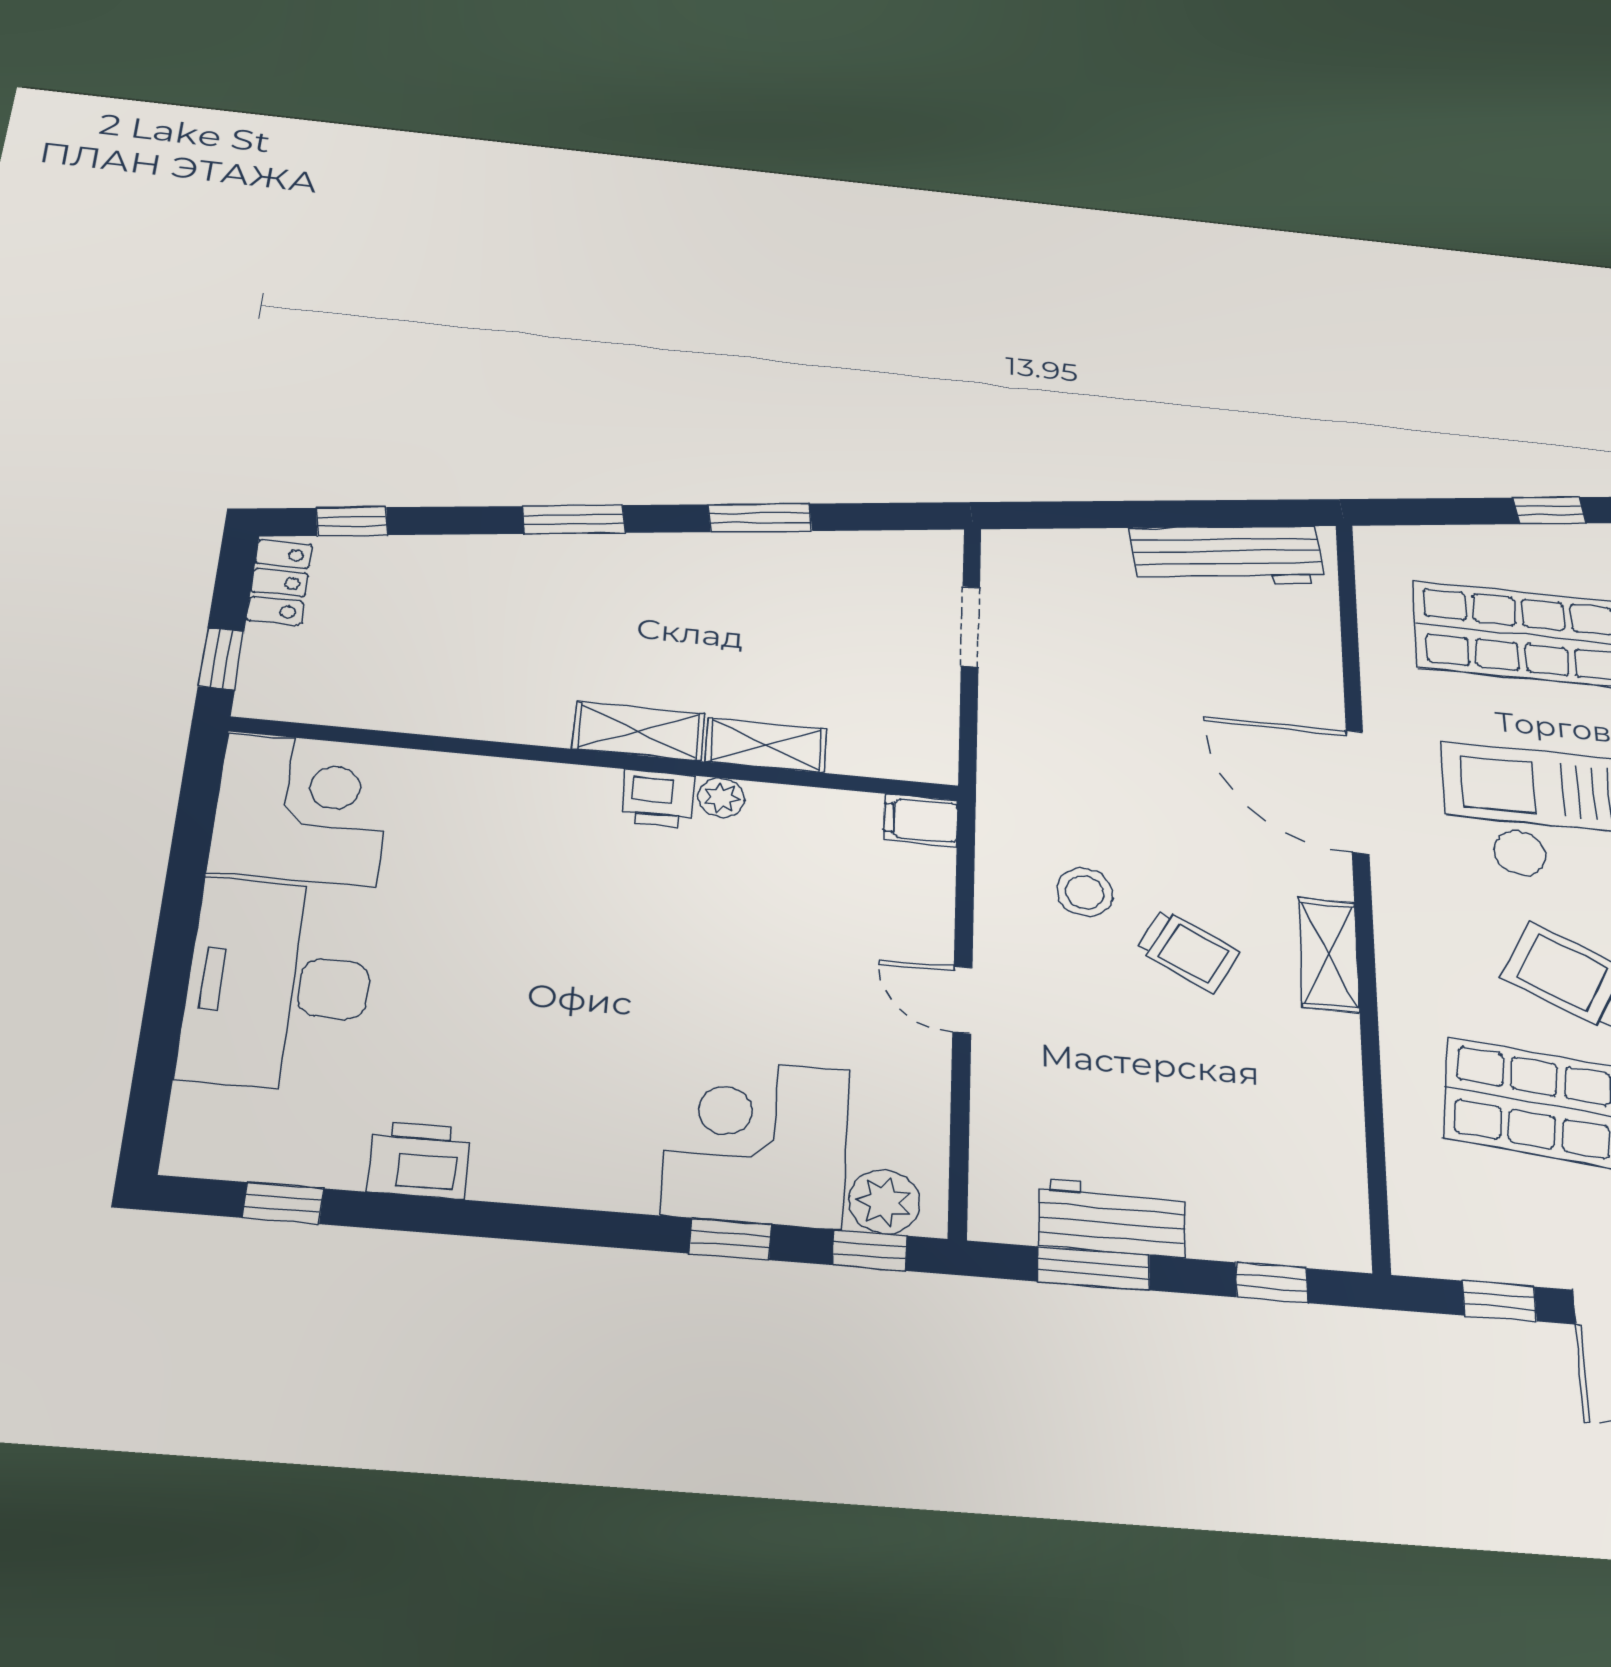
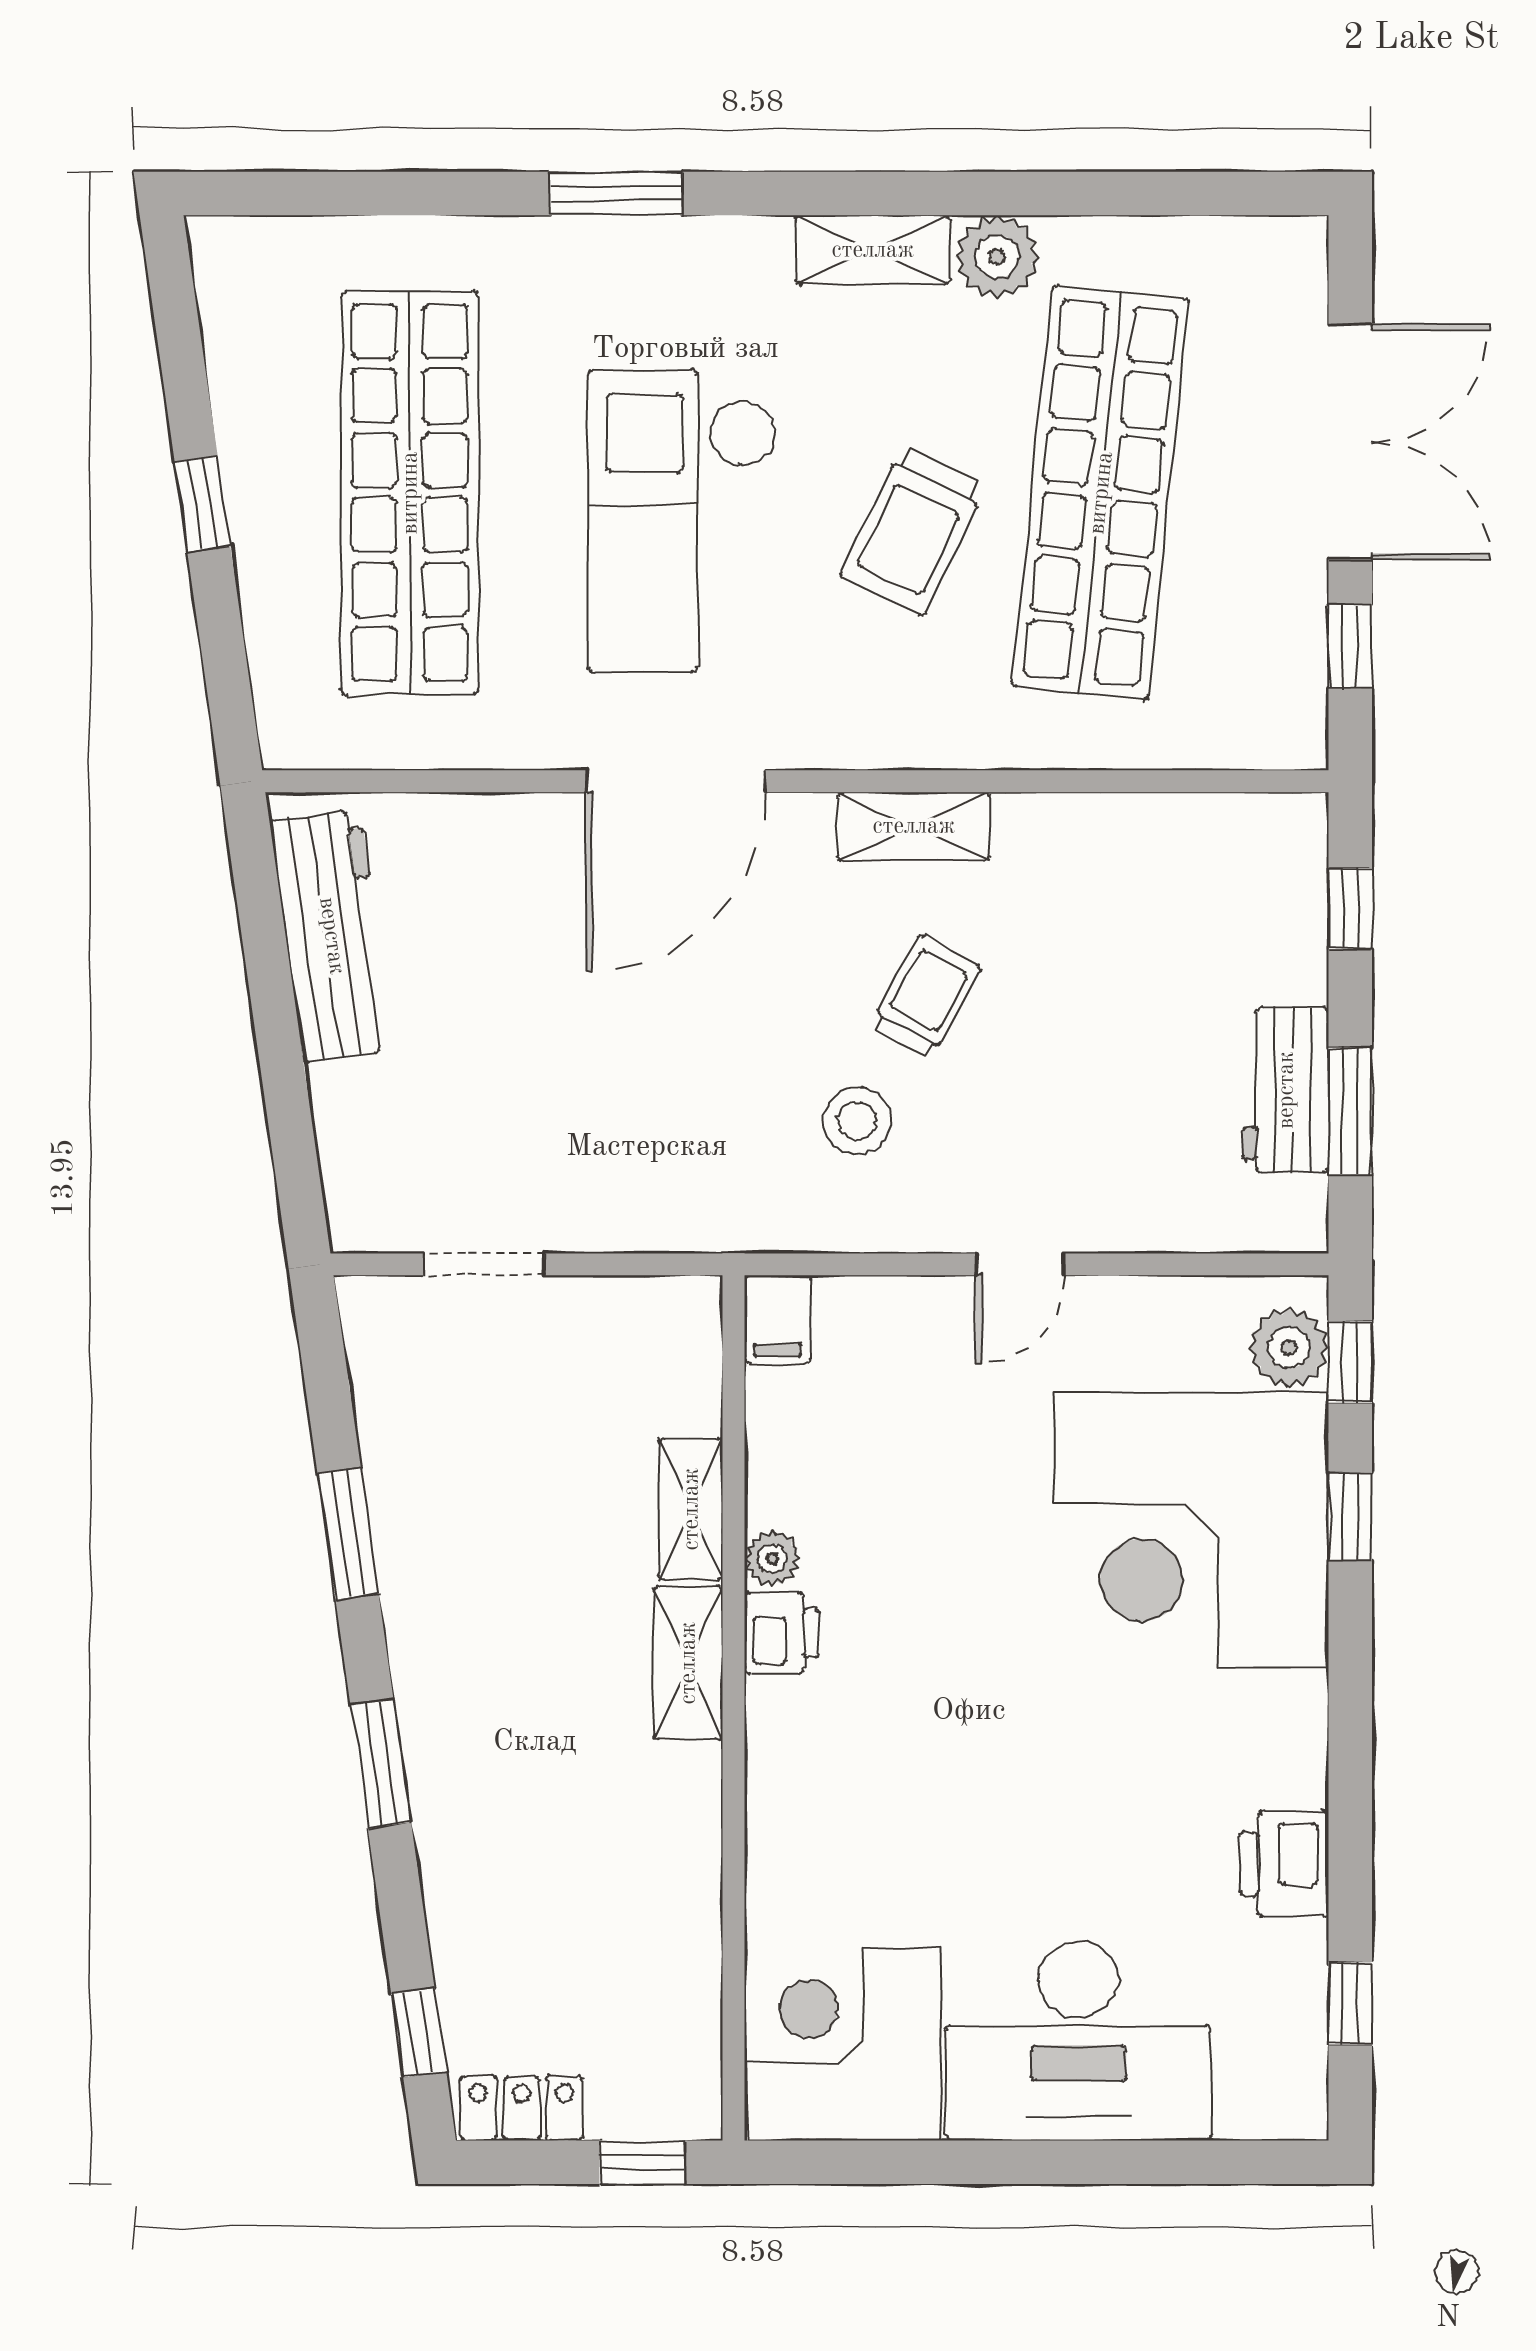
corner desk: (756, 1142) -> (1191, 1531), width x1.36, depth x1.36

